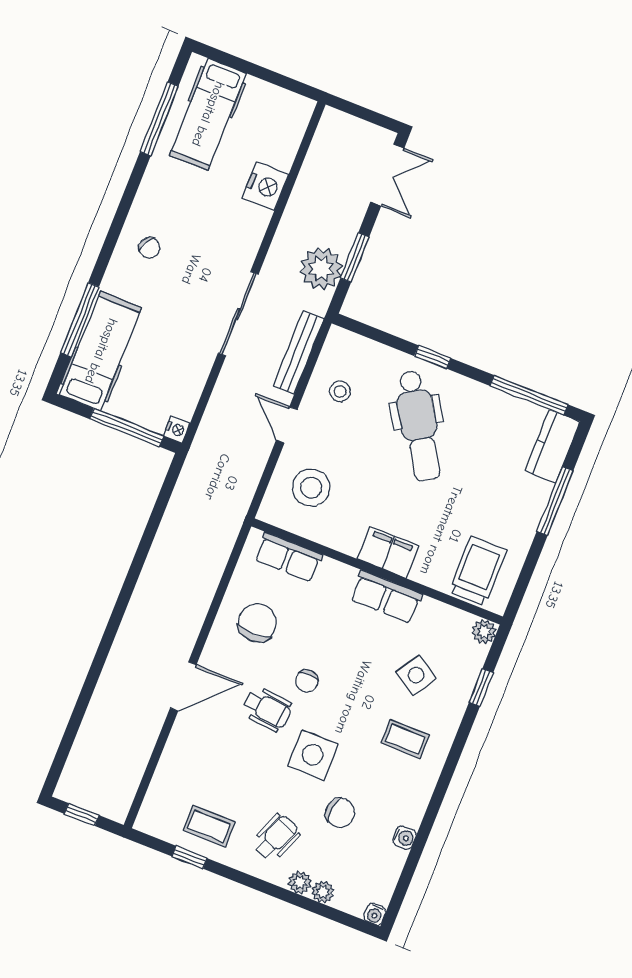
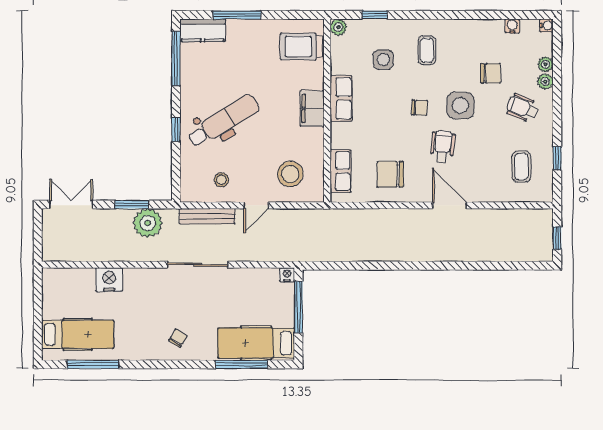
side table: (416, 675) -> (383, 60), turned -33
chair: (307, 681) -> (420, 108), moved
chair: (340, 813) -> (491, 73), turned 81
coffee table: (209, 826) -> (521, 167), moved
water cooler: (404, 838) -> (512, 26), moved

